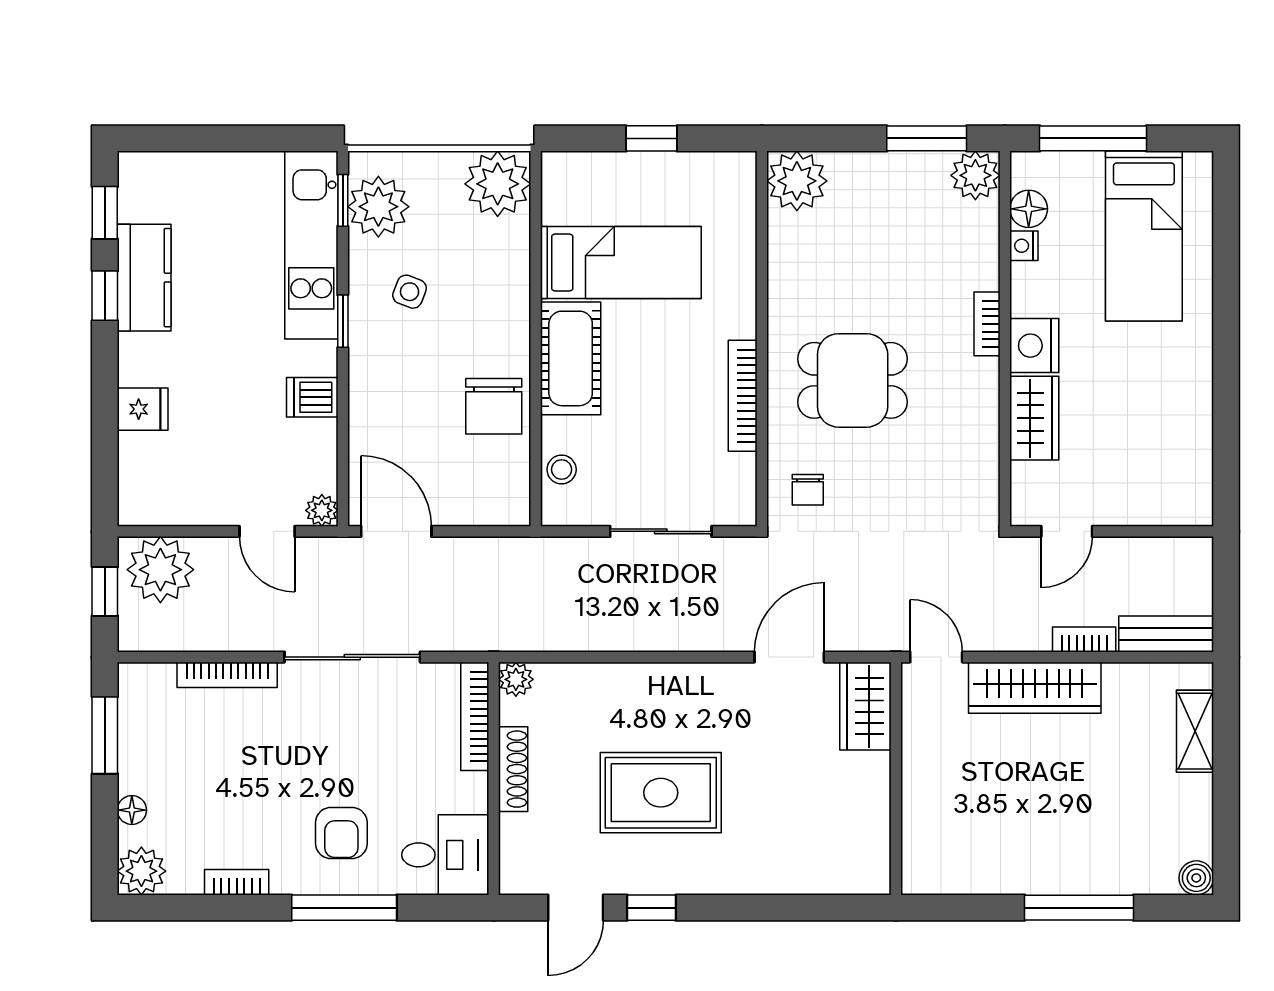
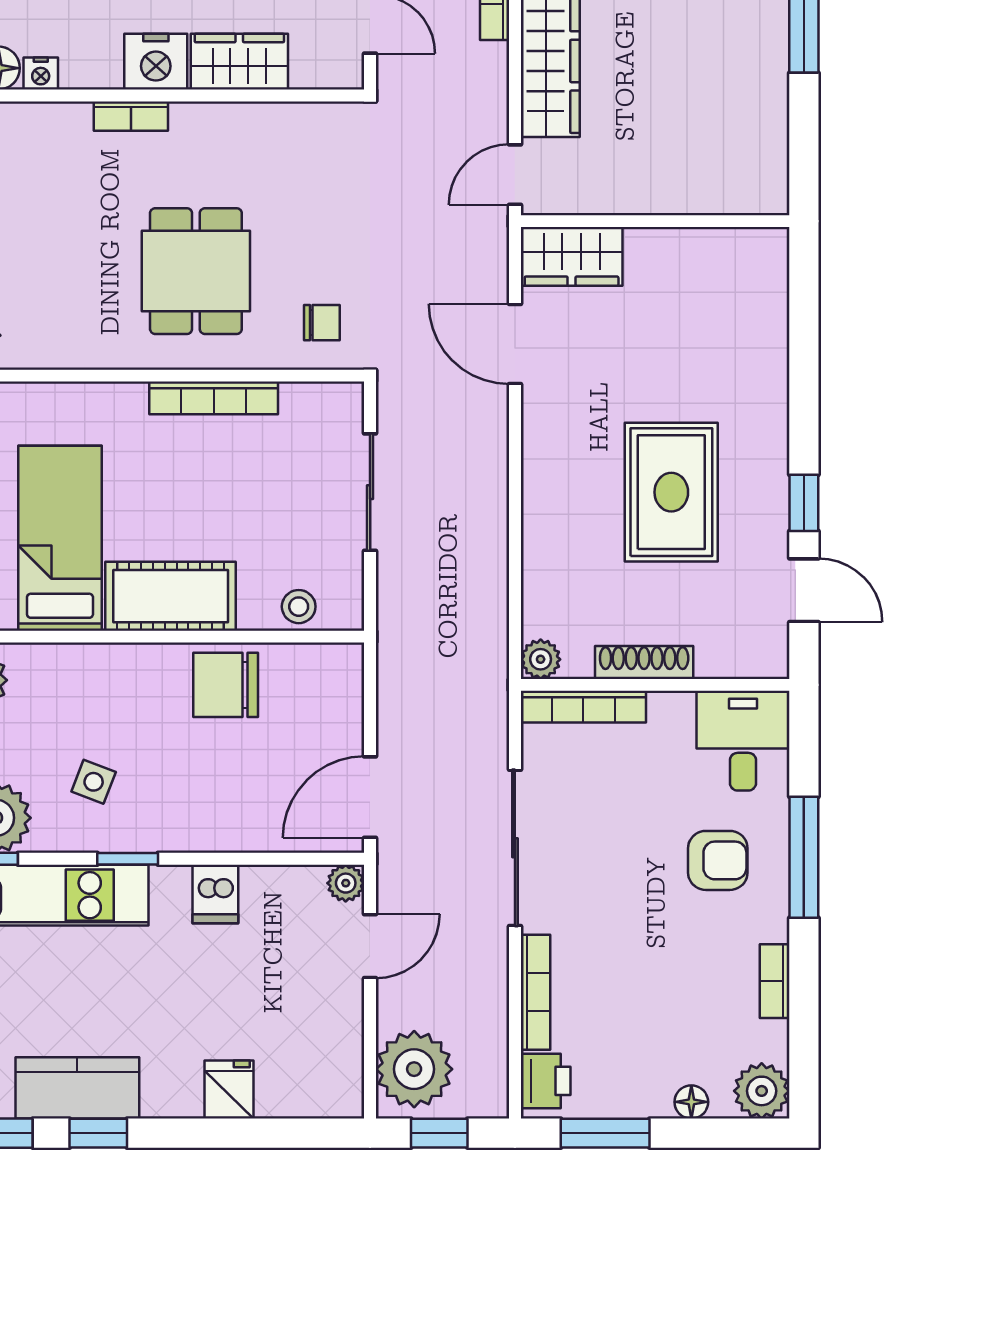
chair: (494, 406) -> (226, 685), turned 180
printer: (150, 684) -> (546, 1081), added

